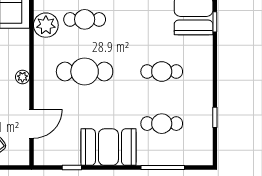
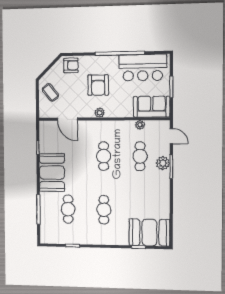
plant: (46, 25) -> (140, 125), width x0.53, depth x0.53
cafe table: (85, 72) -> (104, 156), width x0.73, depth x0.74

